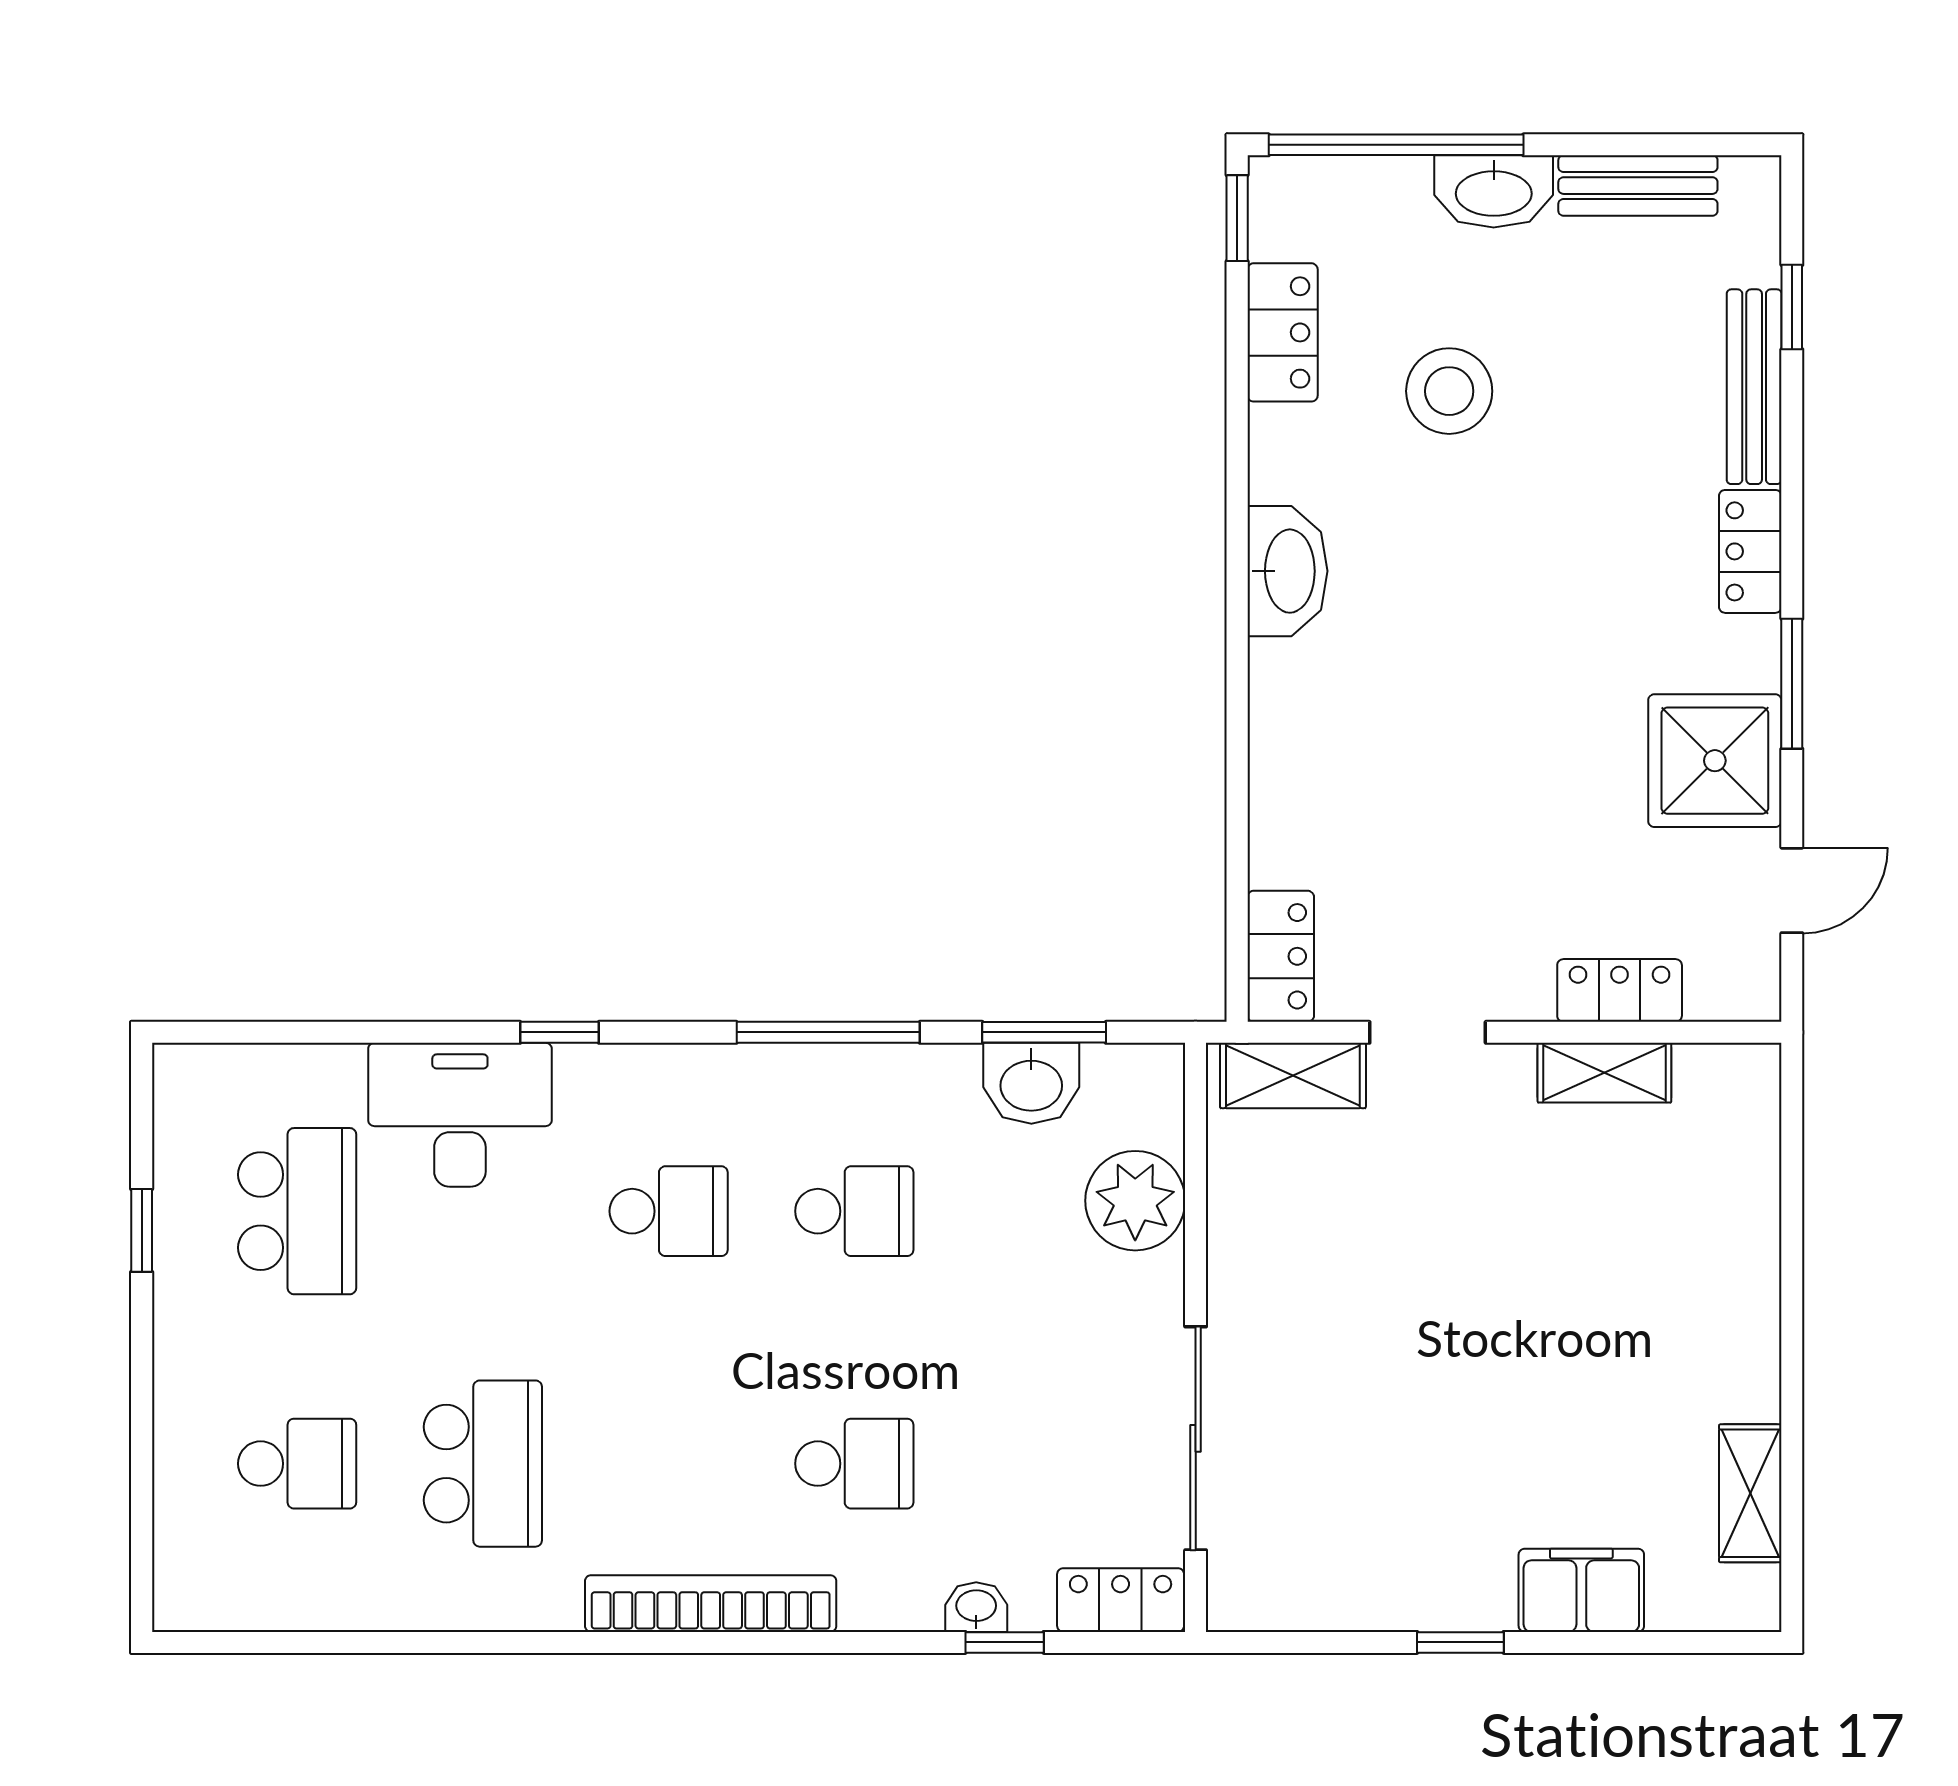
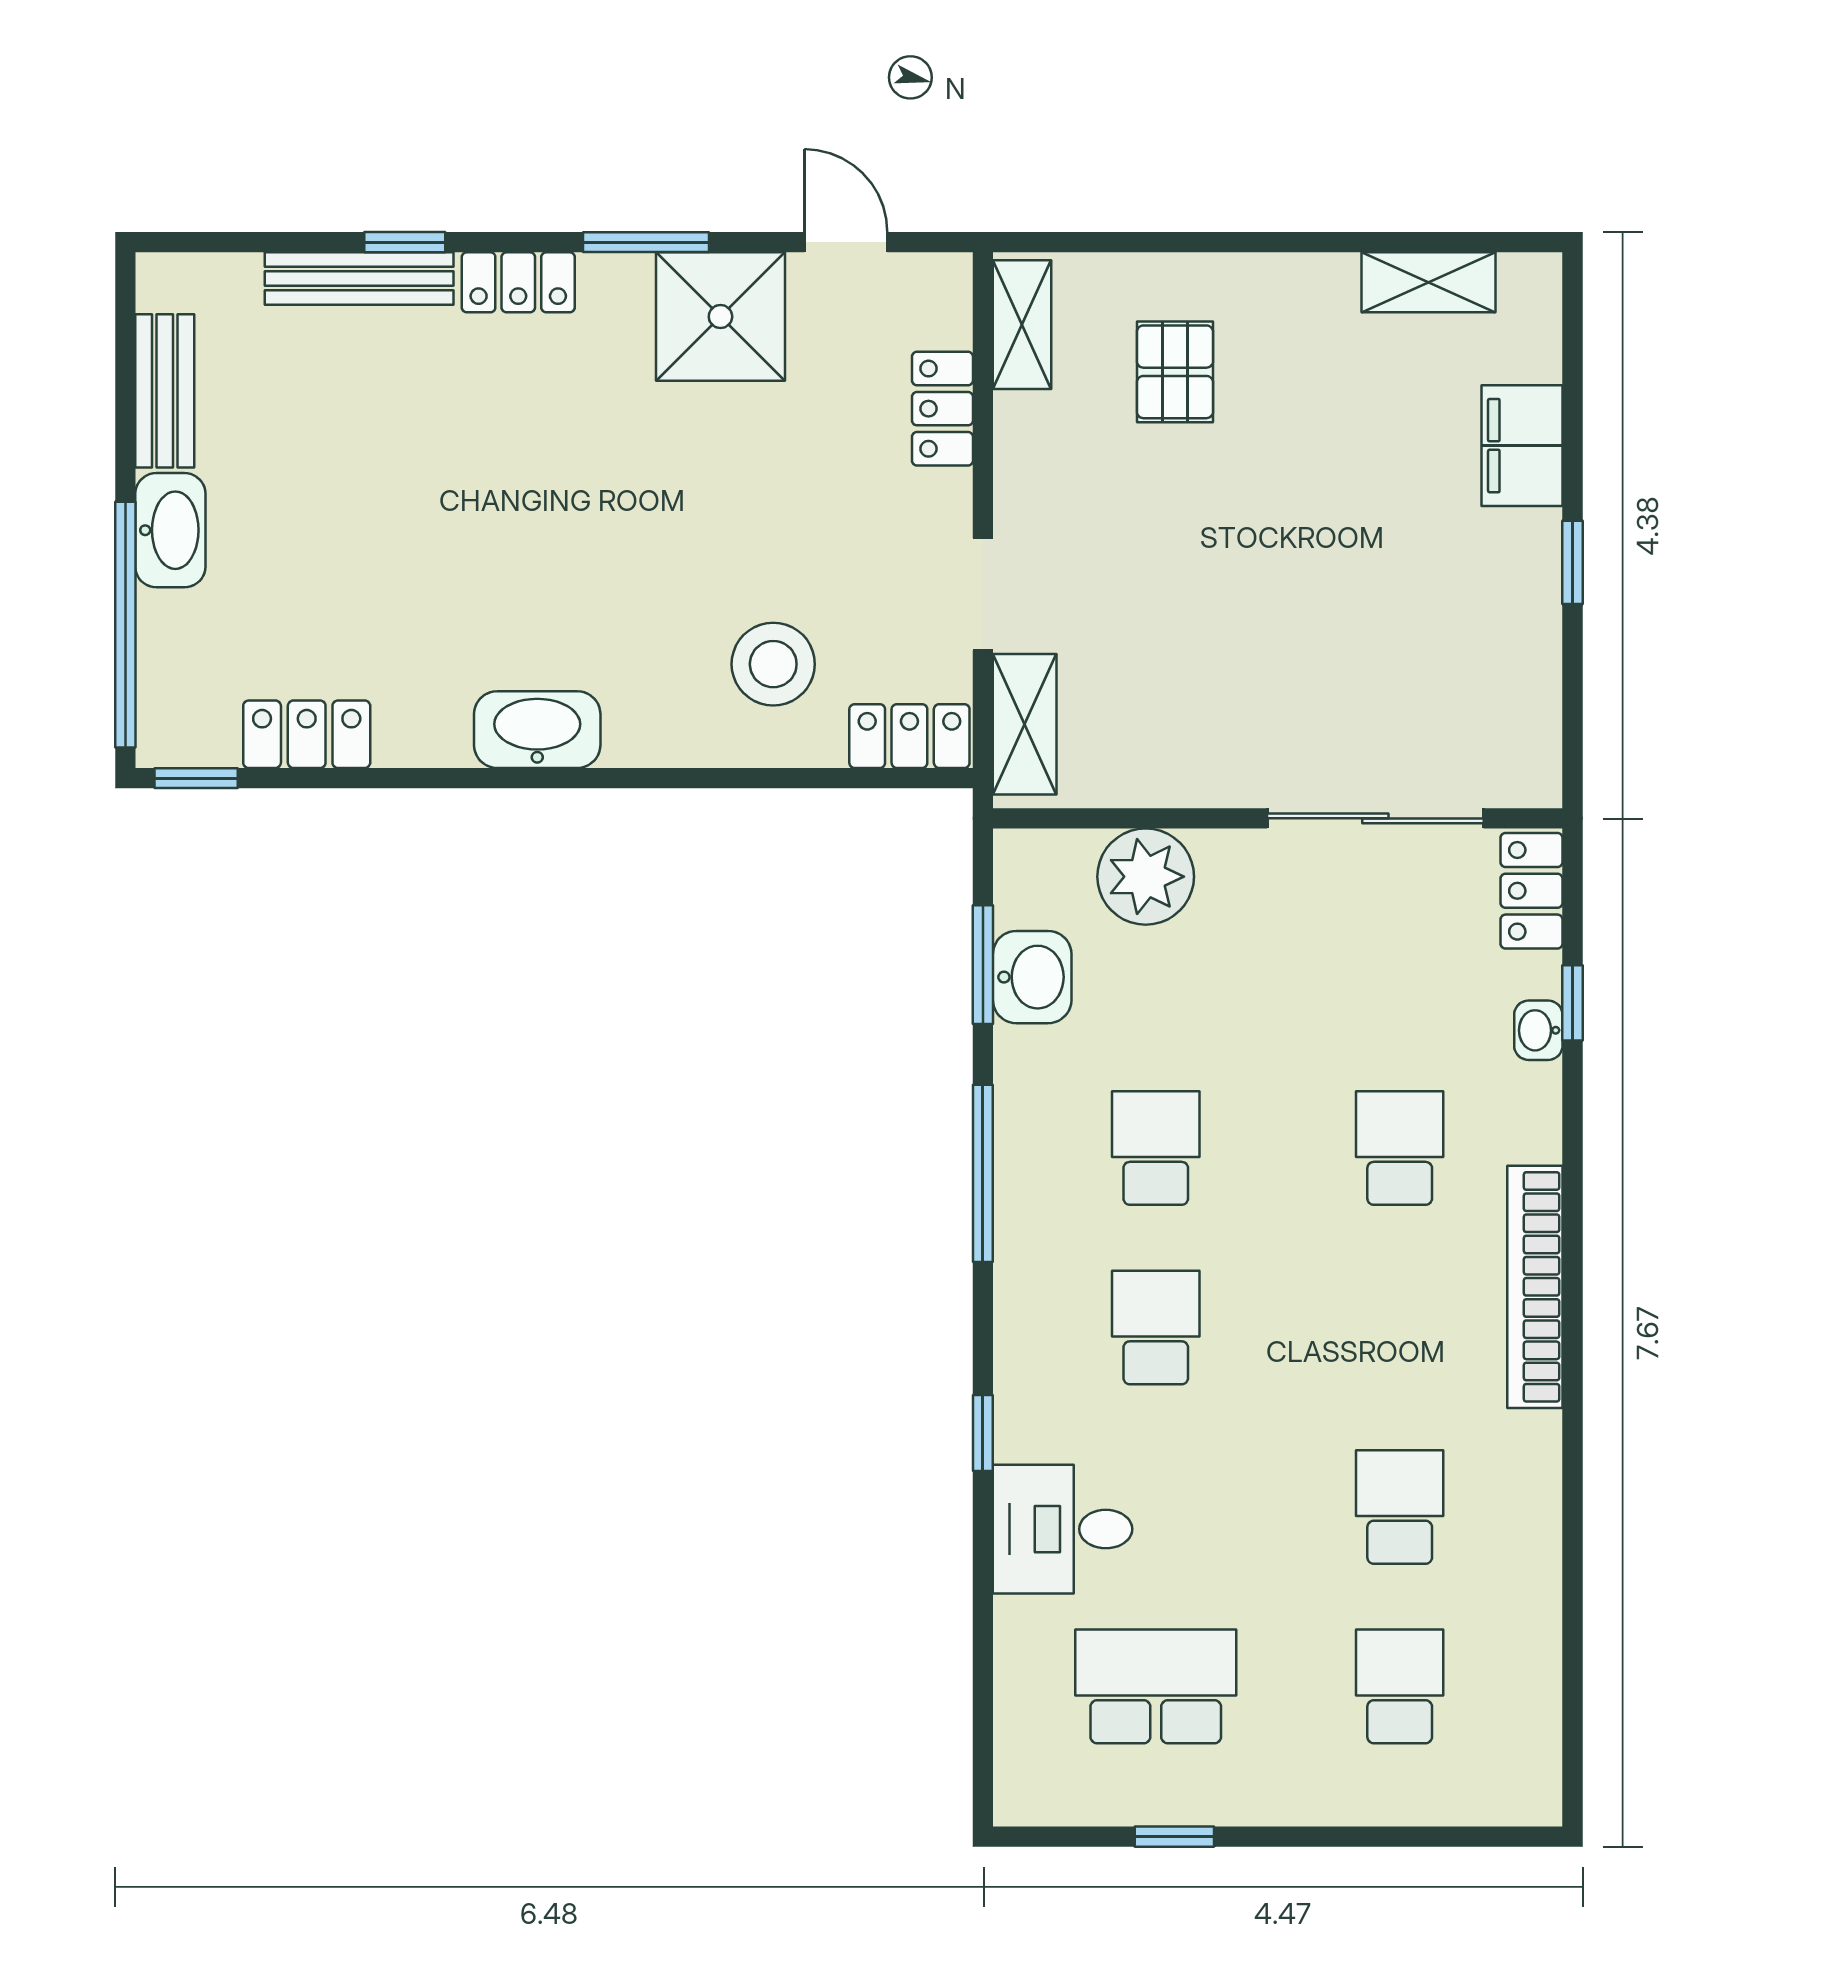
window: (1792, 307) -> (405, 242), moved
stool: (1449, 391) -> (773, 664), moved
shelving: (1604, 1073) -> (1022, 325), moved
desk: (460, 1115) -> (1063, 1529), width x0.73
pallet: (1658, 1231) -> (1175, 372), added
school desk: (483, 1464) -> (1400, 1507), width x0.54

